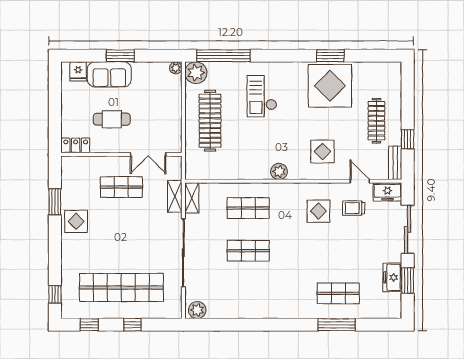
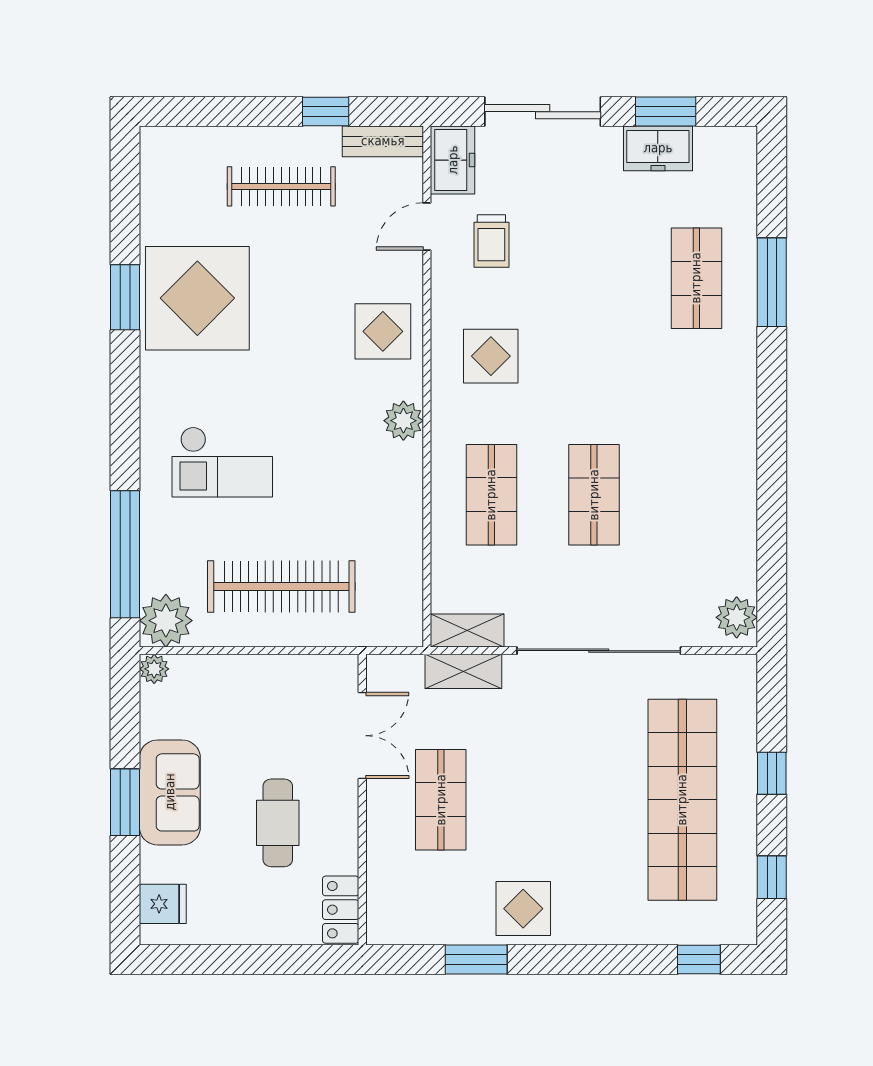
sofa: (109, 74) -> (170, 792), moved
display table: (322, 151) -> (383, 331), moved
display table: (318, 211) -> (491, 356), moved

